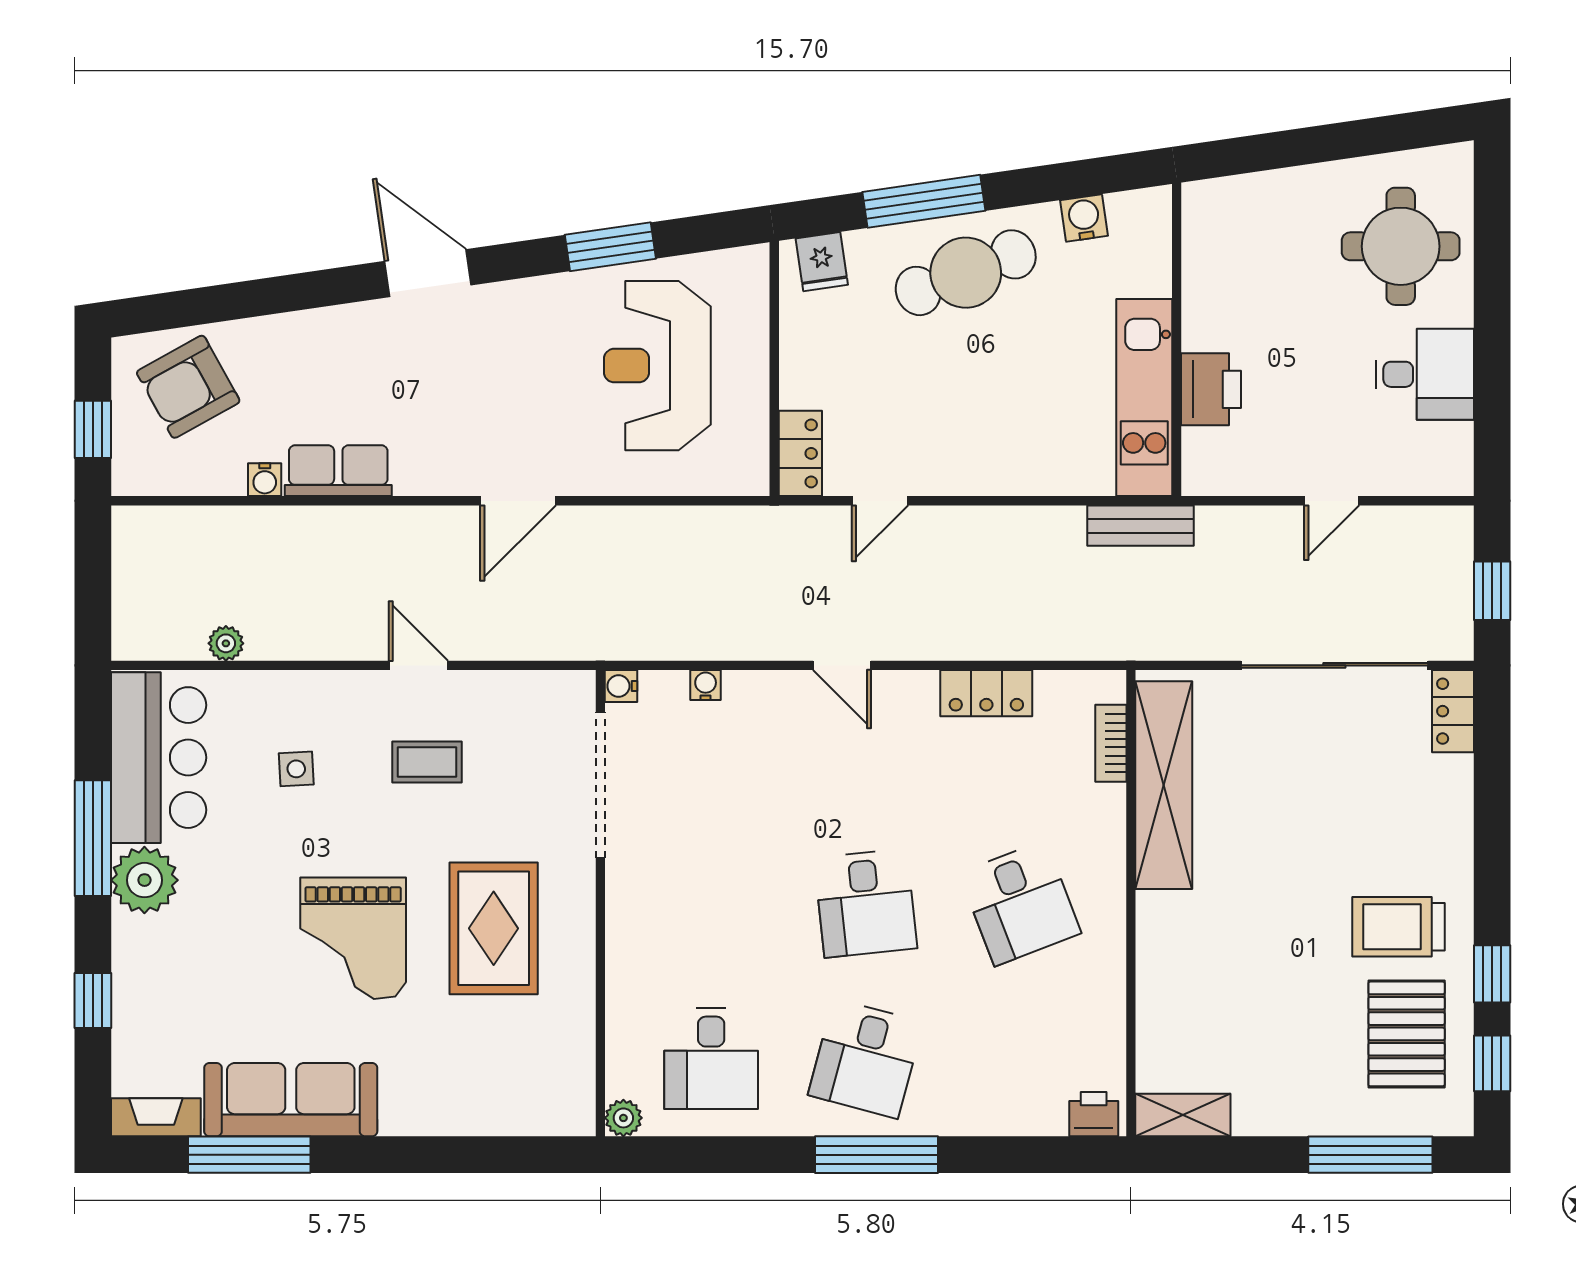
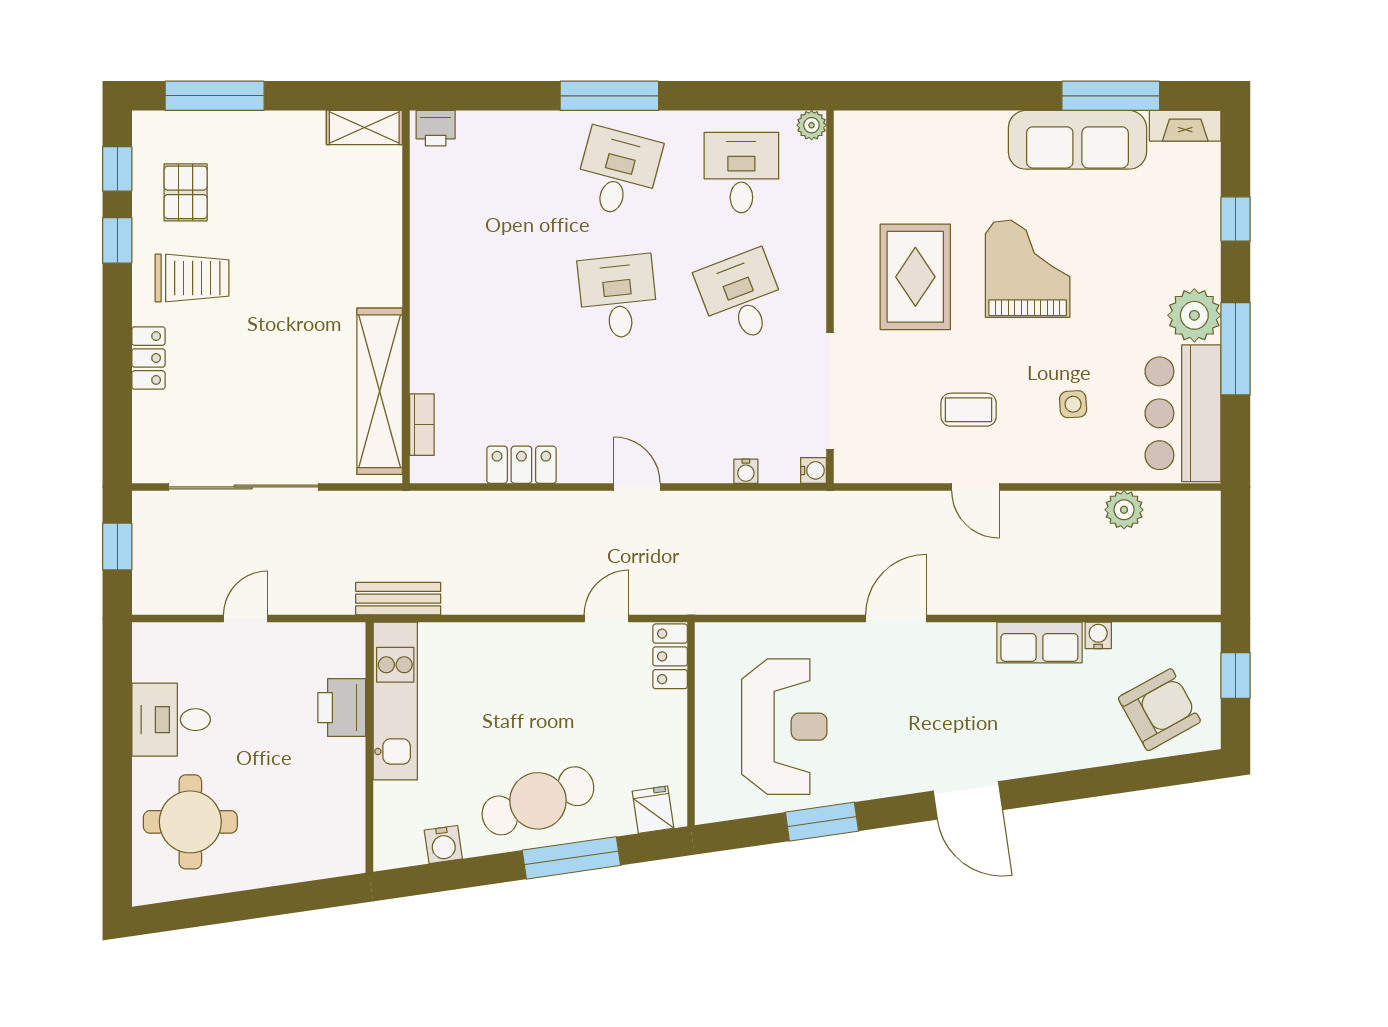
plant: (226, 643) -> (1124, 510), width x1.38, depth x1.38
locker: (1453, 711) -> (148, 358), moved
desk: (1020, 903) -> (741, 297), moved
pallet: (1407, 1034) -> (186, 192), width x0.67, depth x0.71

